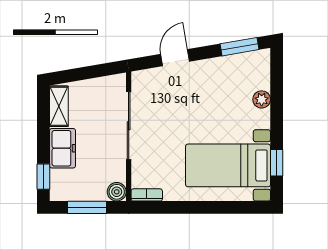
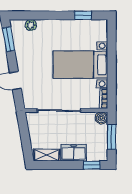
plant: (262, 99) -> (31, 25), moved
bed with nightstands: (228, 165) -> (80, 65), moved, turned 90

